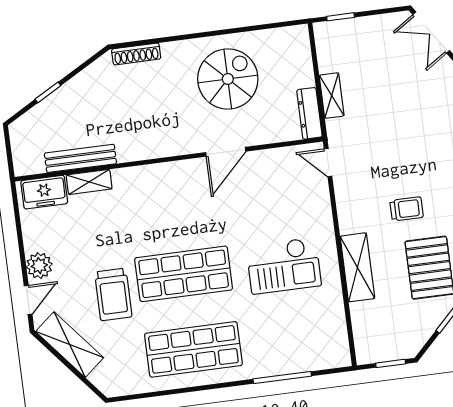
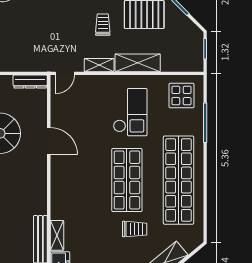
shelving: (332, 96) -> (99, 65), moved
trolley: (113, 294) -> (135, 229), width x0.73, depth x0.72
display table: (318, 338) -> (181, 96), added
shop shelf: (193, 349) -> (179, 180), width x1.40

